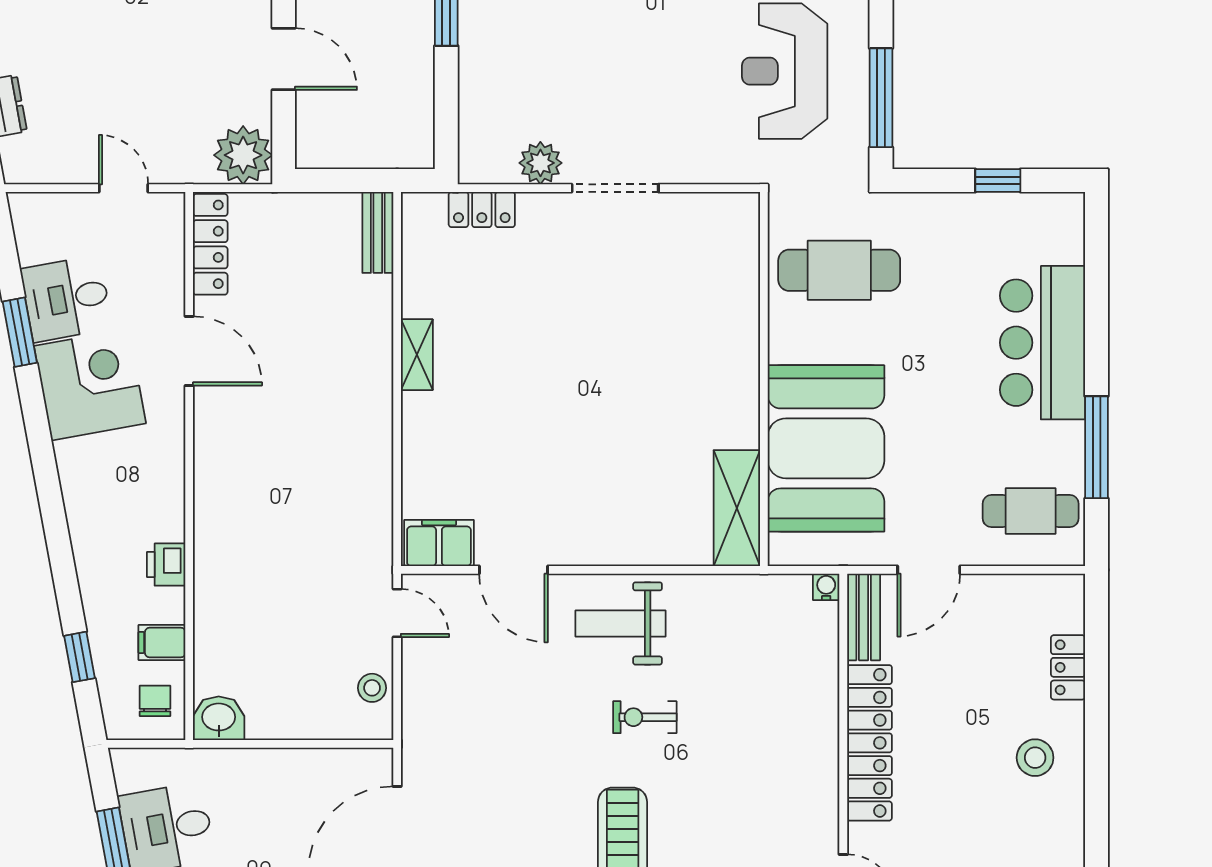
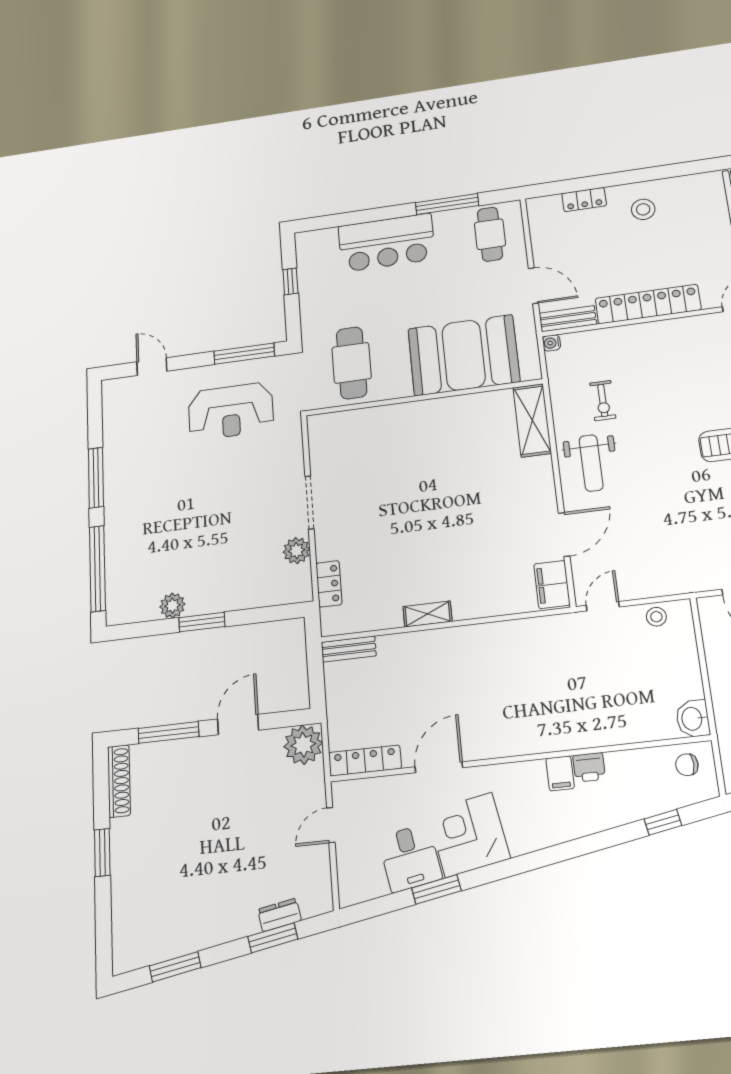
shelving: (737, 508) -> (532, 420), moved, turned 90
filing cabinet: (162, 643) -> (560, 773), moved
exercise bike: (645, 717) -> (603, 401), moved

